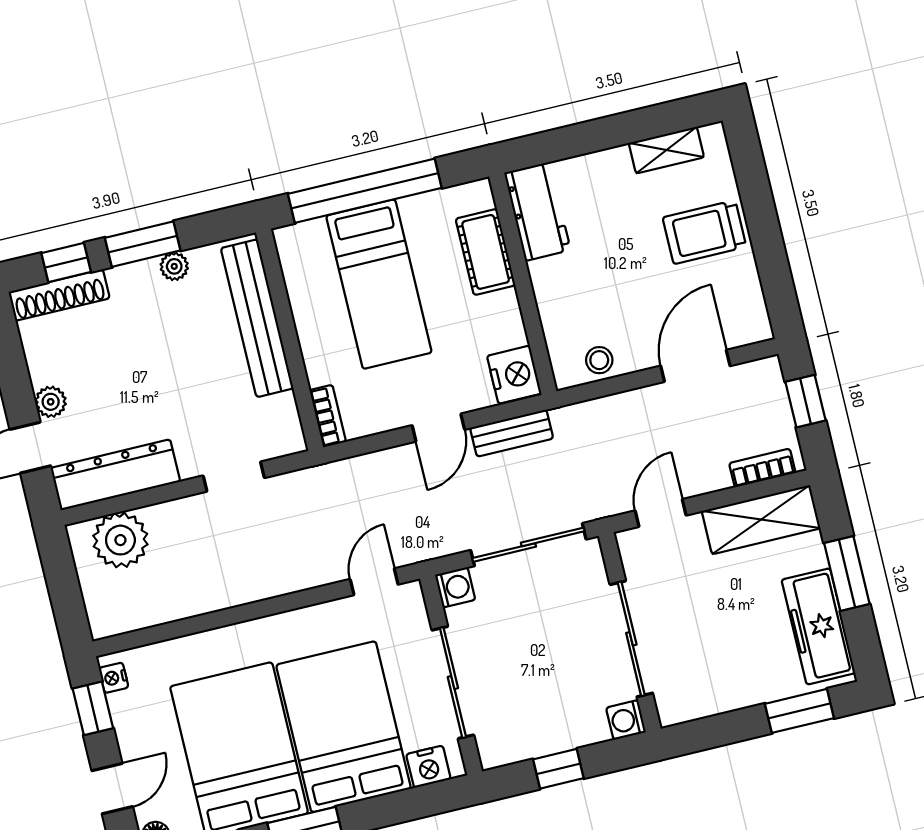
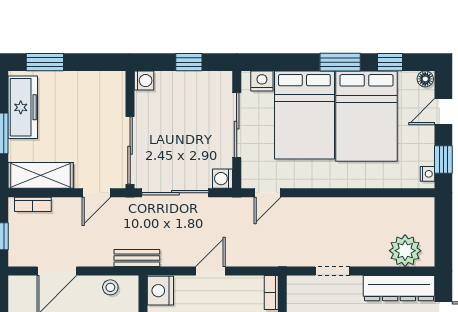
bench: (512, 433) -> (137, 258), moved
sliding door: (631, 639) -> (130, 150), moved

